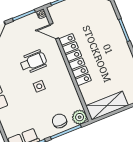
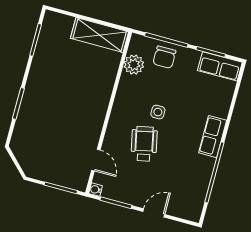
locker: (75, 60) -> (97, 112), removed
wheelchair: (33, 62) -> (144, 144), turned 78
plant: (80, 117) -> (134, 65), moved

